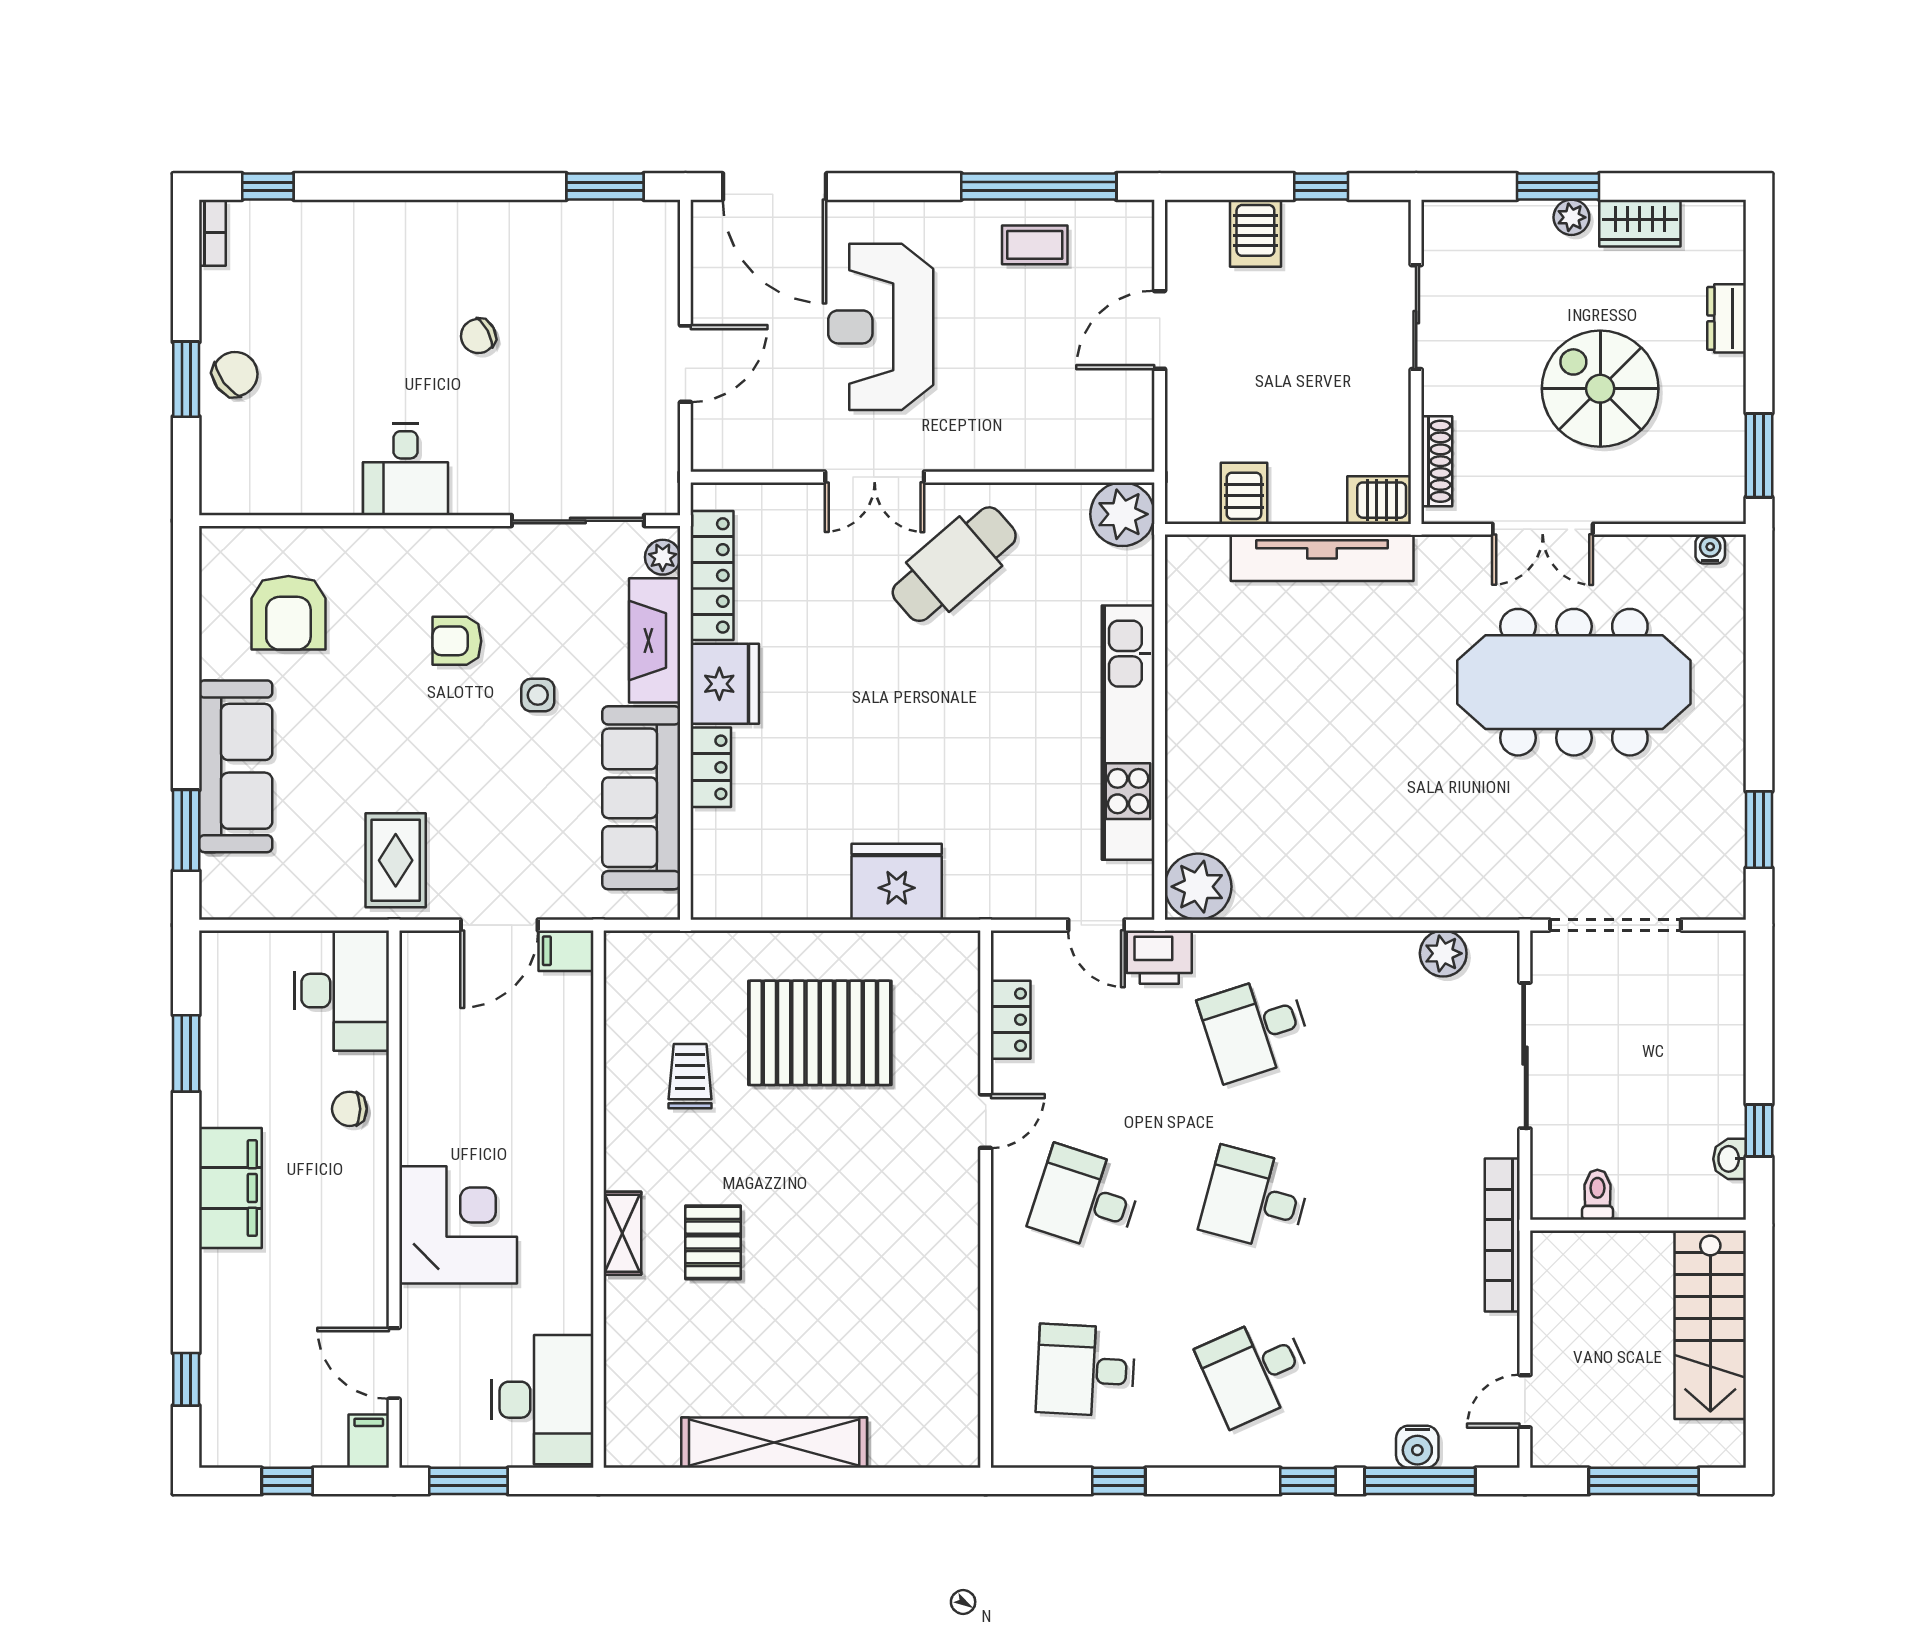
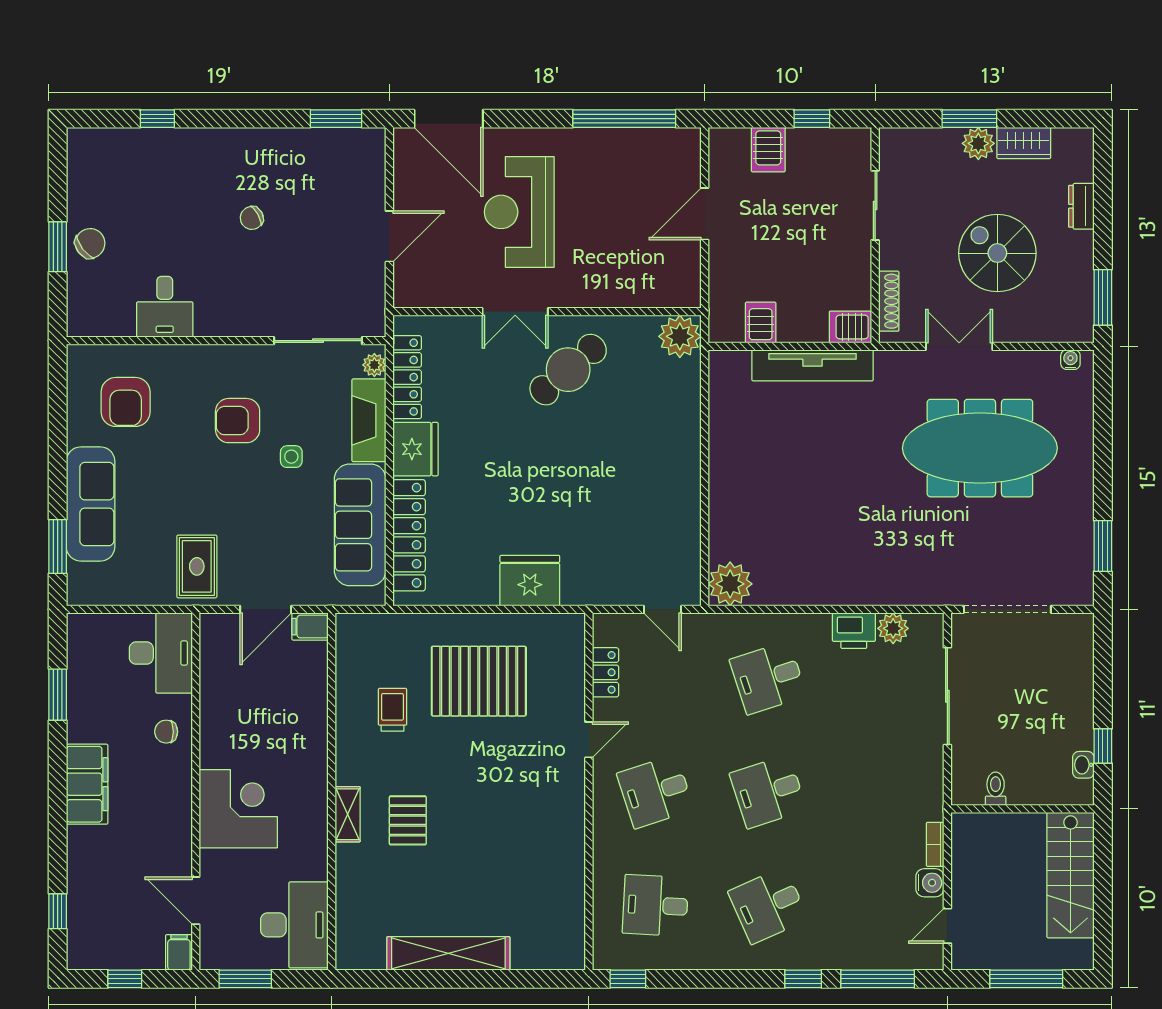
window: (268, 186) -> (157, 119), moved
plant: (1571, 217) -> (978, 143), width x1.38, depth x1.38
bookcase: (212, 233) -> (75, 149), removed
coffee table: (1035, 245) -> (622, 157), removed
desk: (406, 470) -> (165, 307), moved
double door: (1543, 529) -> (959, 346), swing flipped
armchair: (457, 641) -> (238, 421), width x1.38, depth x1.38
kitchen unit: (1128, 733) -> (684, 482), removed
locker: (711, 767) -> (409, 535), width x2.16, depth x1.21
printer: (1159, 957) -> (854, 631), moved
desk: (1086, 1199) -> (655, 792), turned -36
desk: (1255, 1199) -> (768, 792), turned -33
bookcase: (1502, 1235) -> (935, 844), width x0.43, depth x0.76
water cooler: (1417, 1447) -> (930, 883), moved, turned -90
window: (1119, 1481) -> (628, 979), moved

